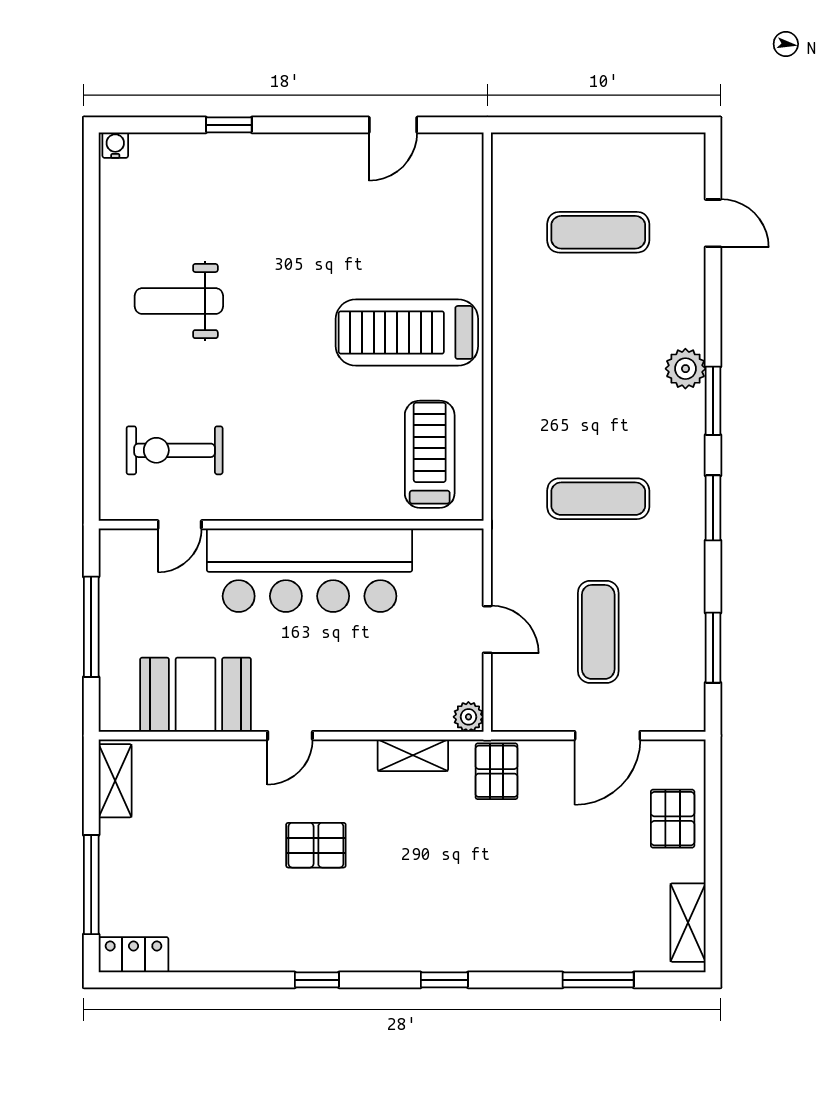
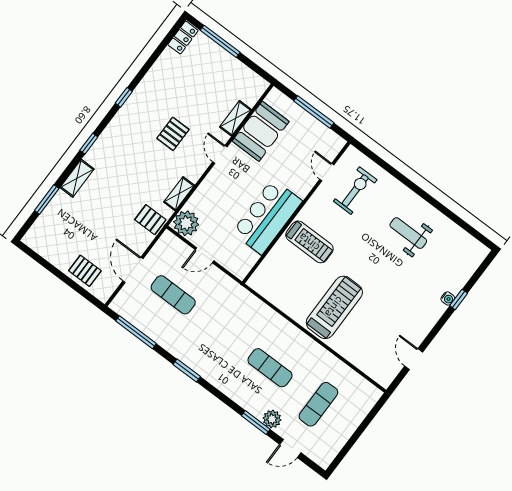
water cooler: (115, 145) -> (448, 298), moved
weight bench: (179, 301) -> (408, 233), turned -90
plant: (685, 369) -> (272, 419), moved
window: (713, 401) -> (256, 422), moved
treadmill: (430, 454) -> (309, 242), moved
exercise mat: (598, 499) -> (270, 368), moved, turned 90
bar counter: (310, 570) -> (267, 217), width x0.73
window: (713, 648) -> (136, 332), width x1.44
plant: (468, 717) -> (186, 223), width x1.87, depth x1.87
shelving: (115, 781) -> (236, 118), moved, turned 90
shelving: (688, 923) -> (77, 178), moved, turned 90

